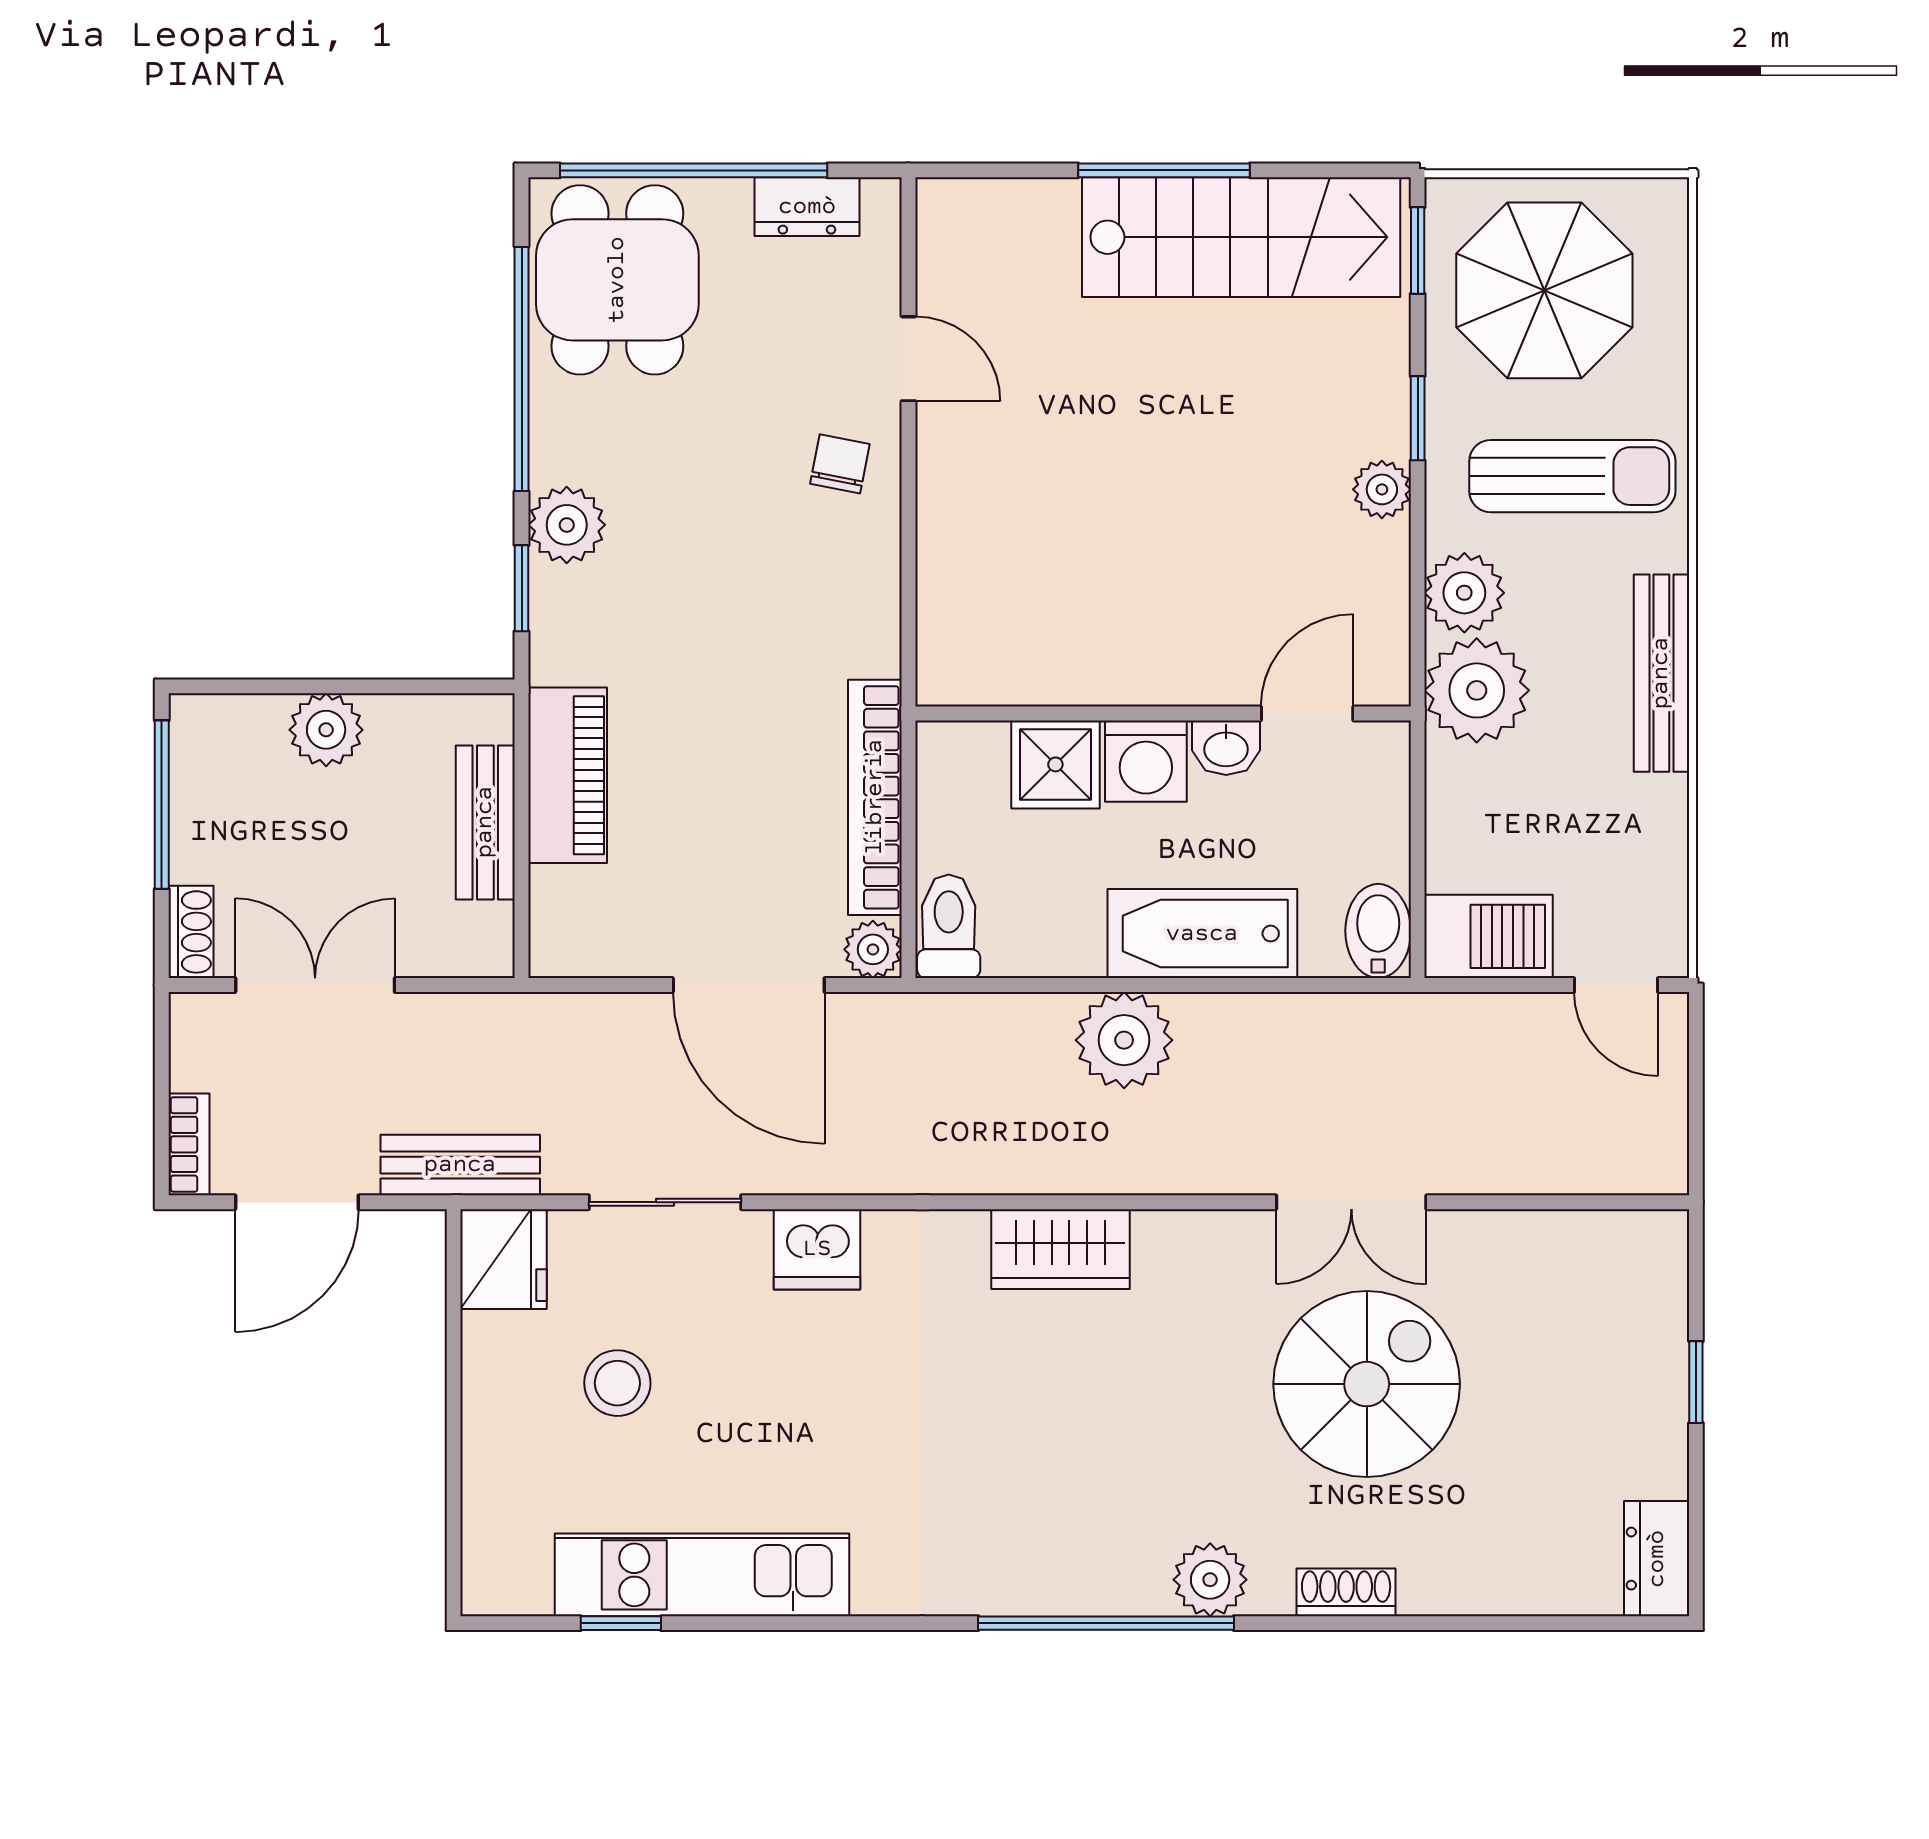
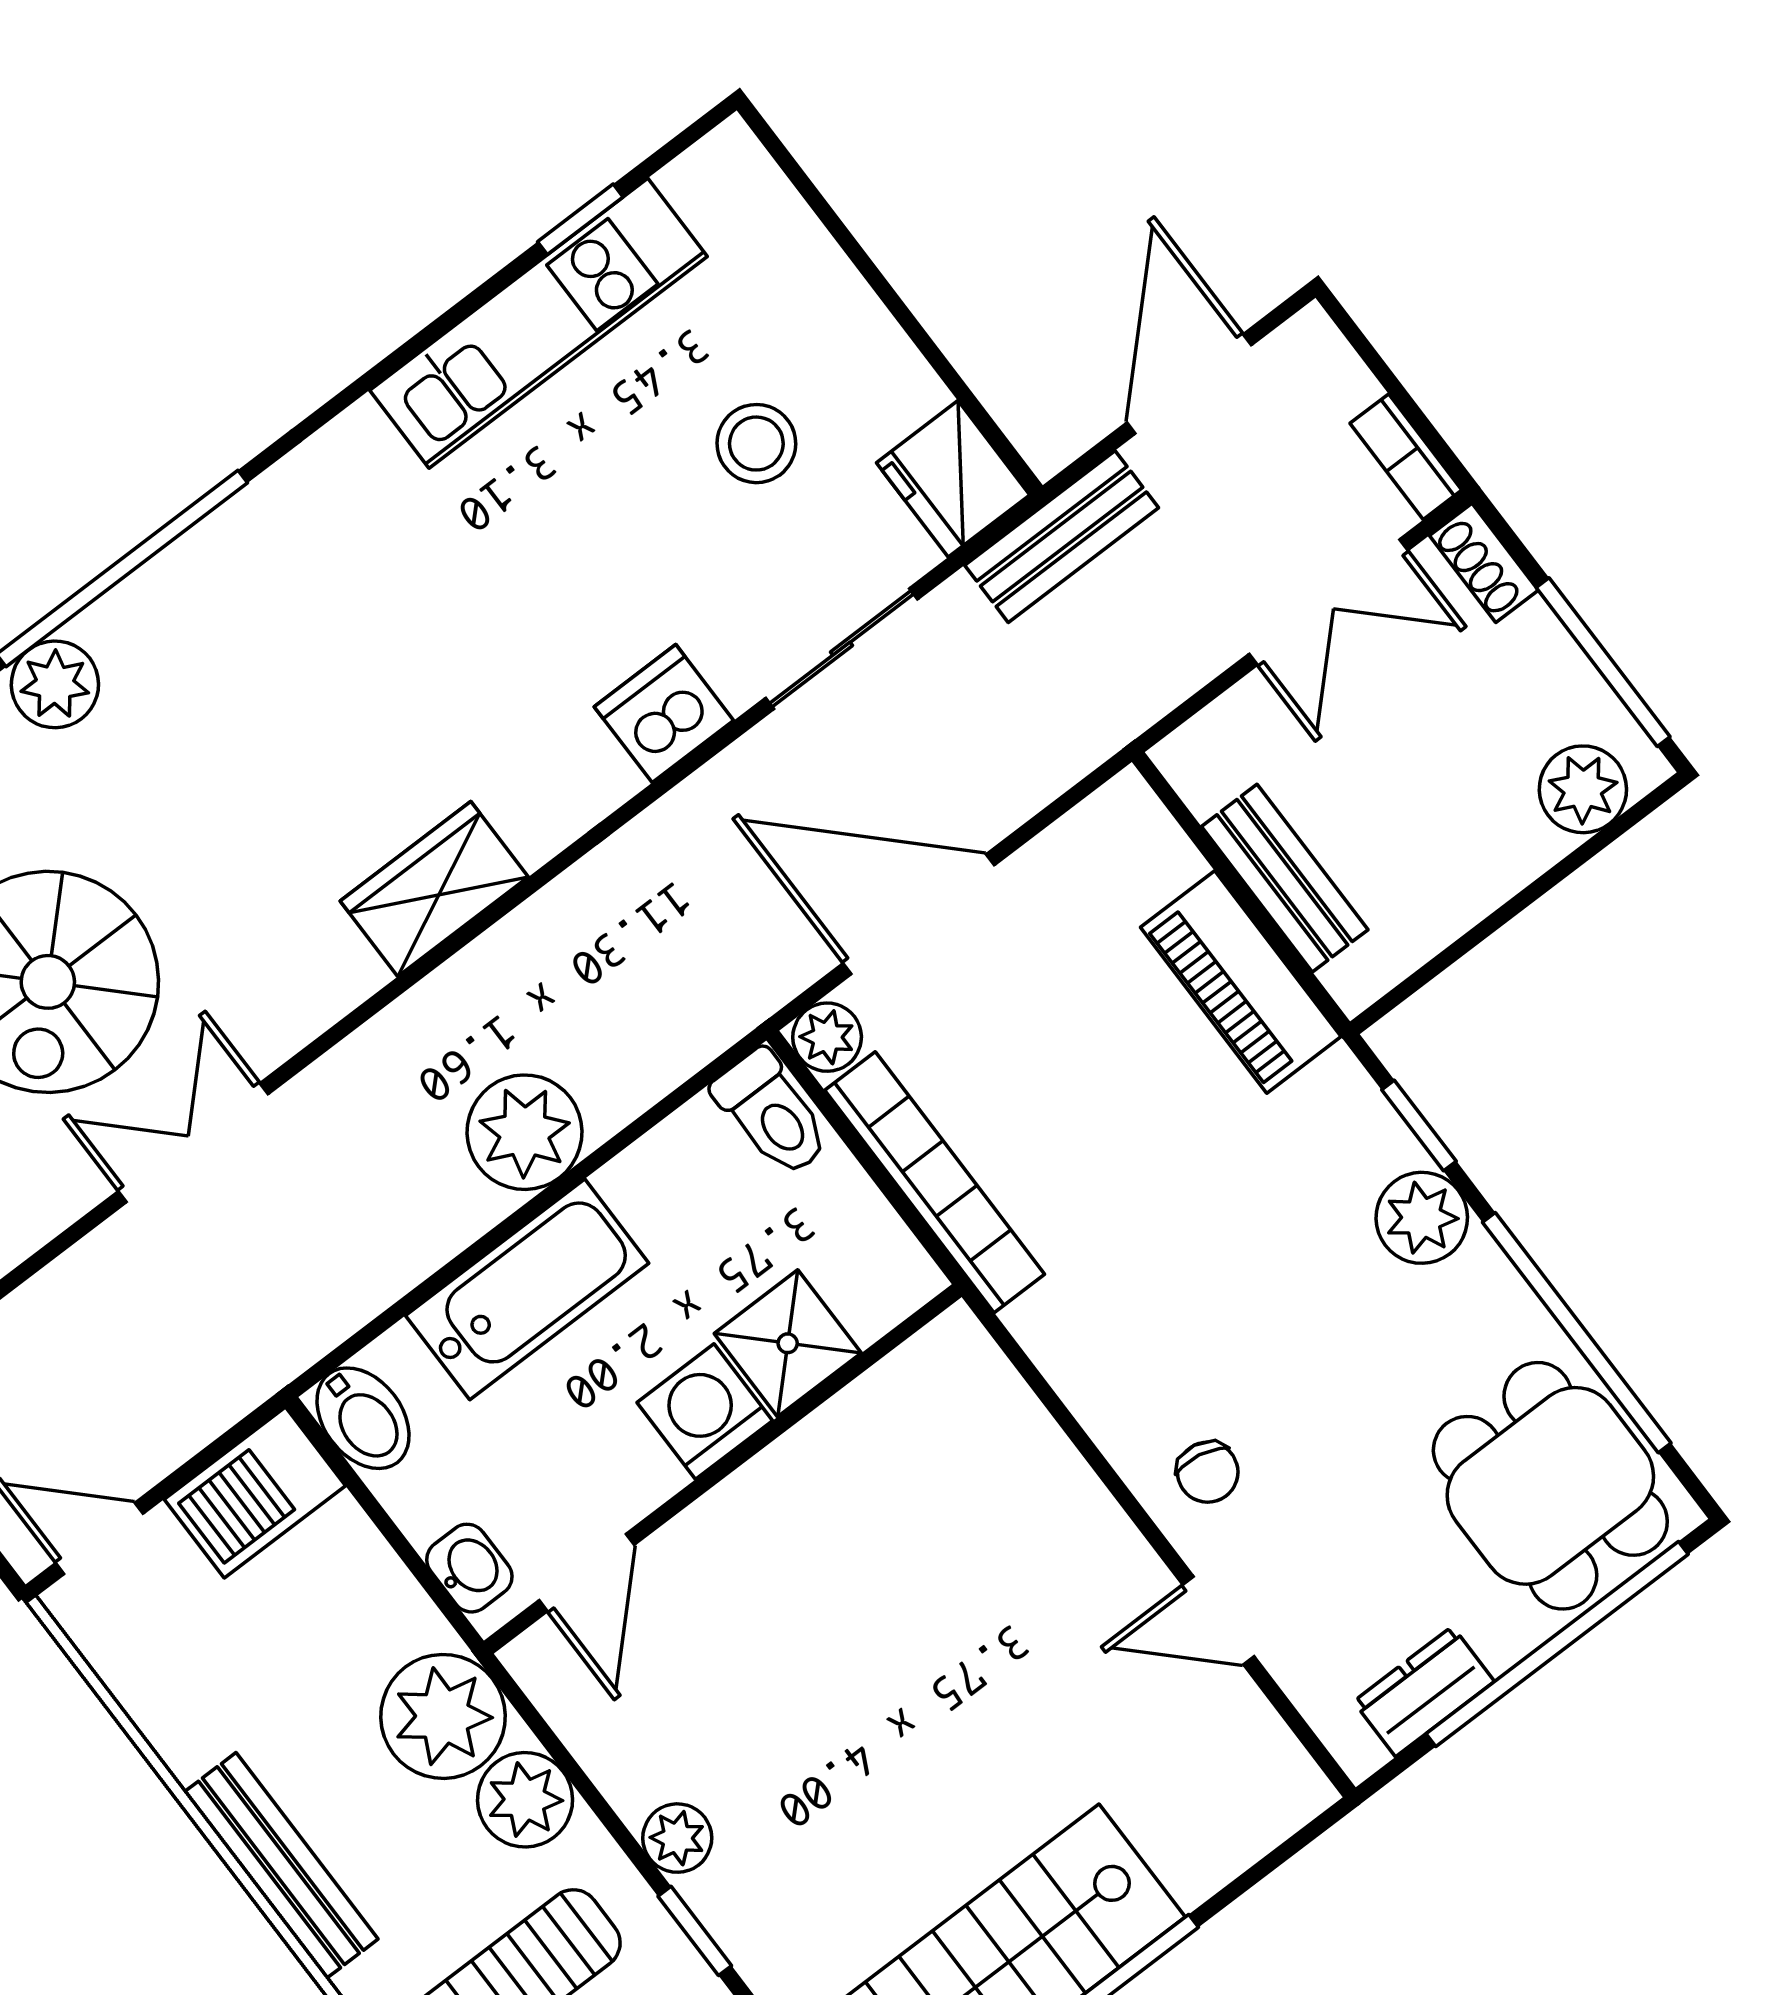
plant: (326, 730) -> (1583, 789), moved
washbasin: (1226, 748) -> (469, 1568), moved, turned 90
bookcase: (189, 1144) -> (1406, 457), moved

